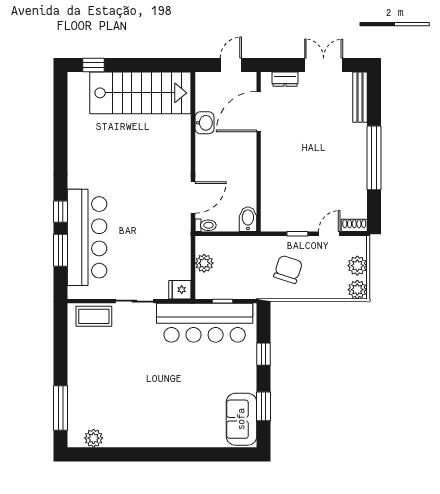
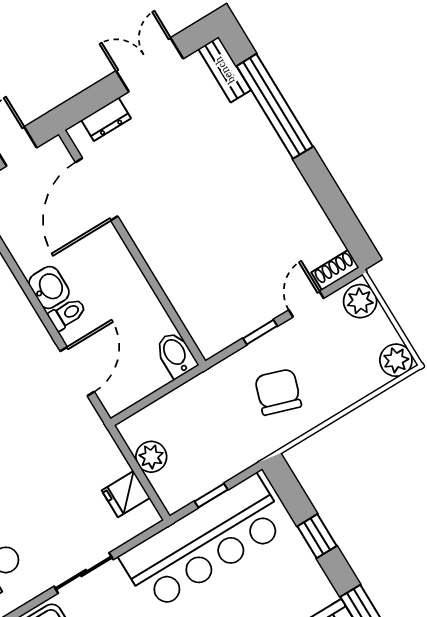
bench: (360, 97) -> (225, 70), width x0.73
washbasin: (205, 123) -> (49, 287), moved
window: (374, 158) -> (275, 106), moved
toilet: (206, 225) -> (67, 314), moved
plant: (357, 266) -> (360, 301), moved
fridge: (180, 290) -> (126, 494), moved

